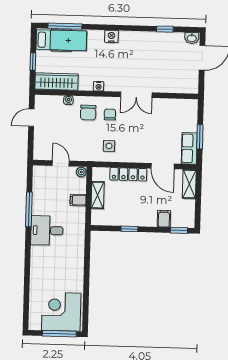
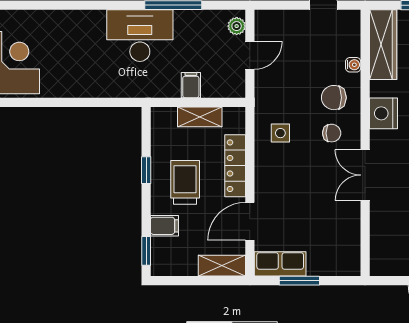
nightstand: (99, 86) -> (383, 113), width x1.89, depth x1.79
plant: (81, 172) -> (237, 26), moved
trolley: (138, 205) -> (185, 182), added
desk: (47, 230) -> (140, 36), width x1.37

